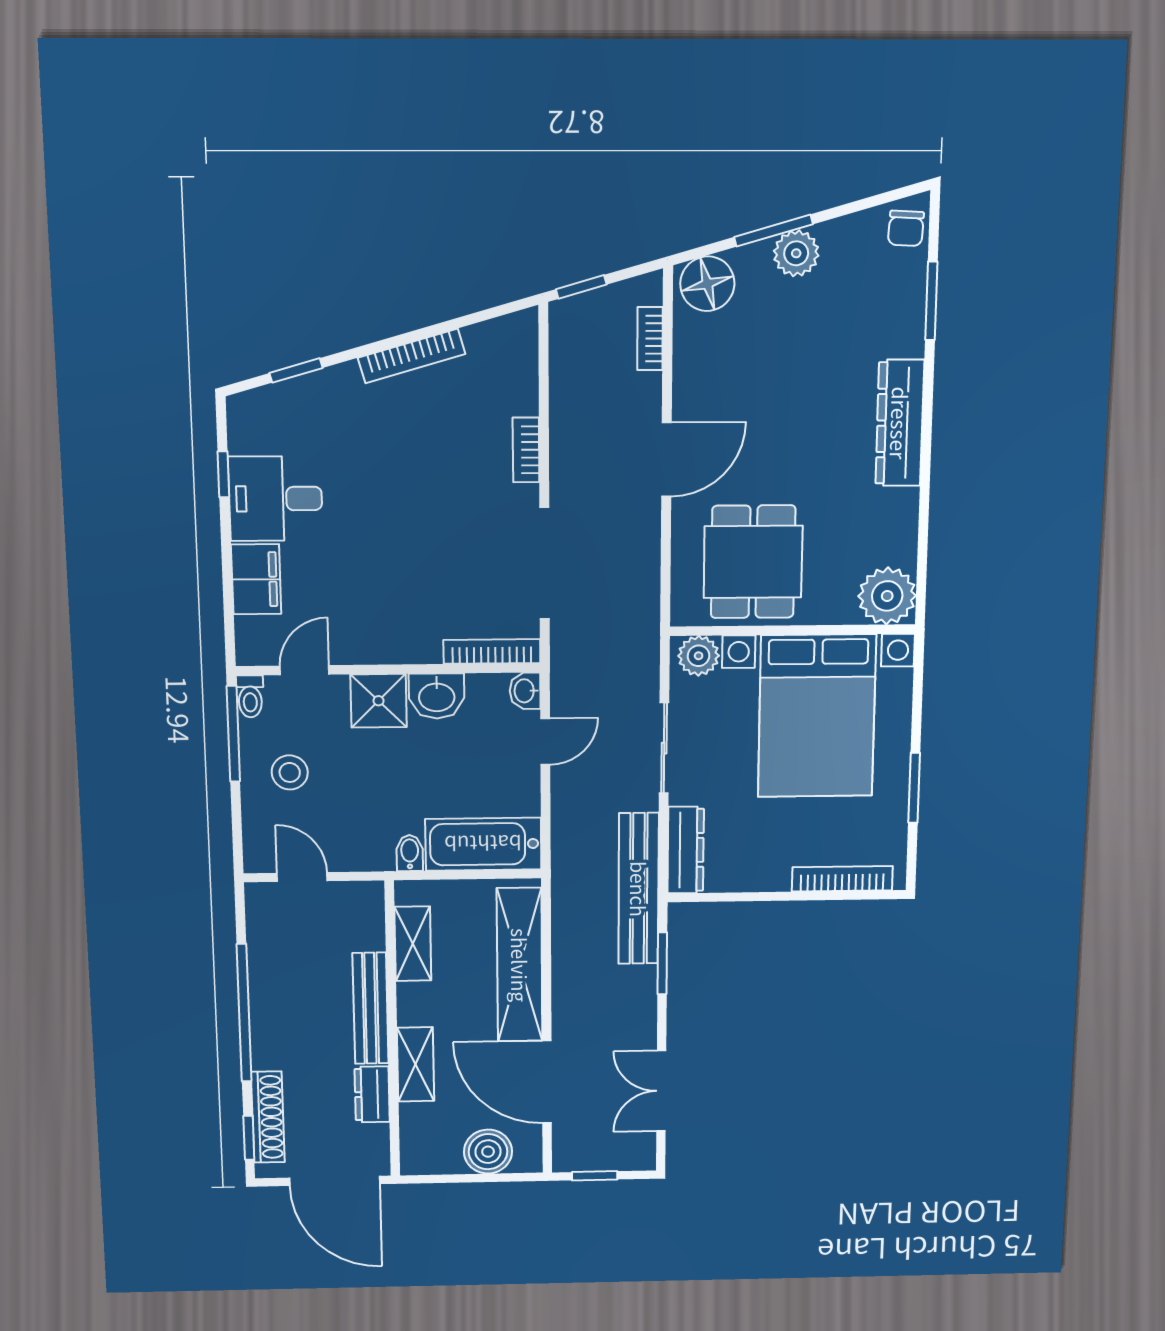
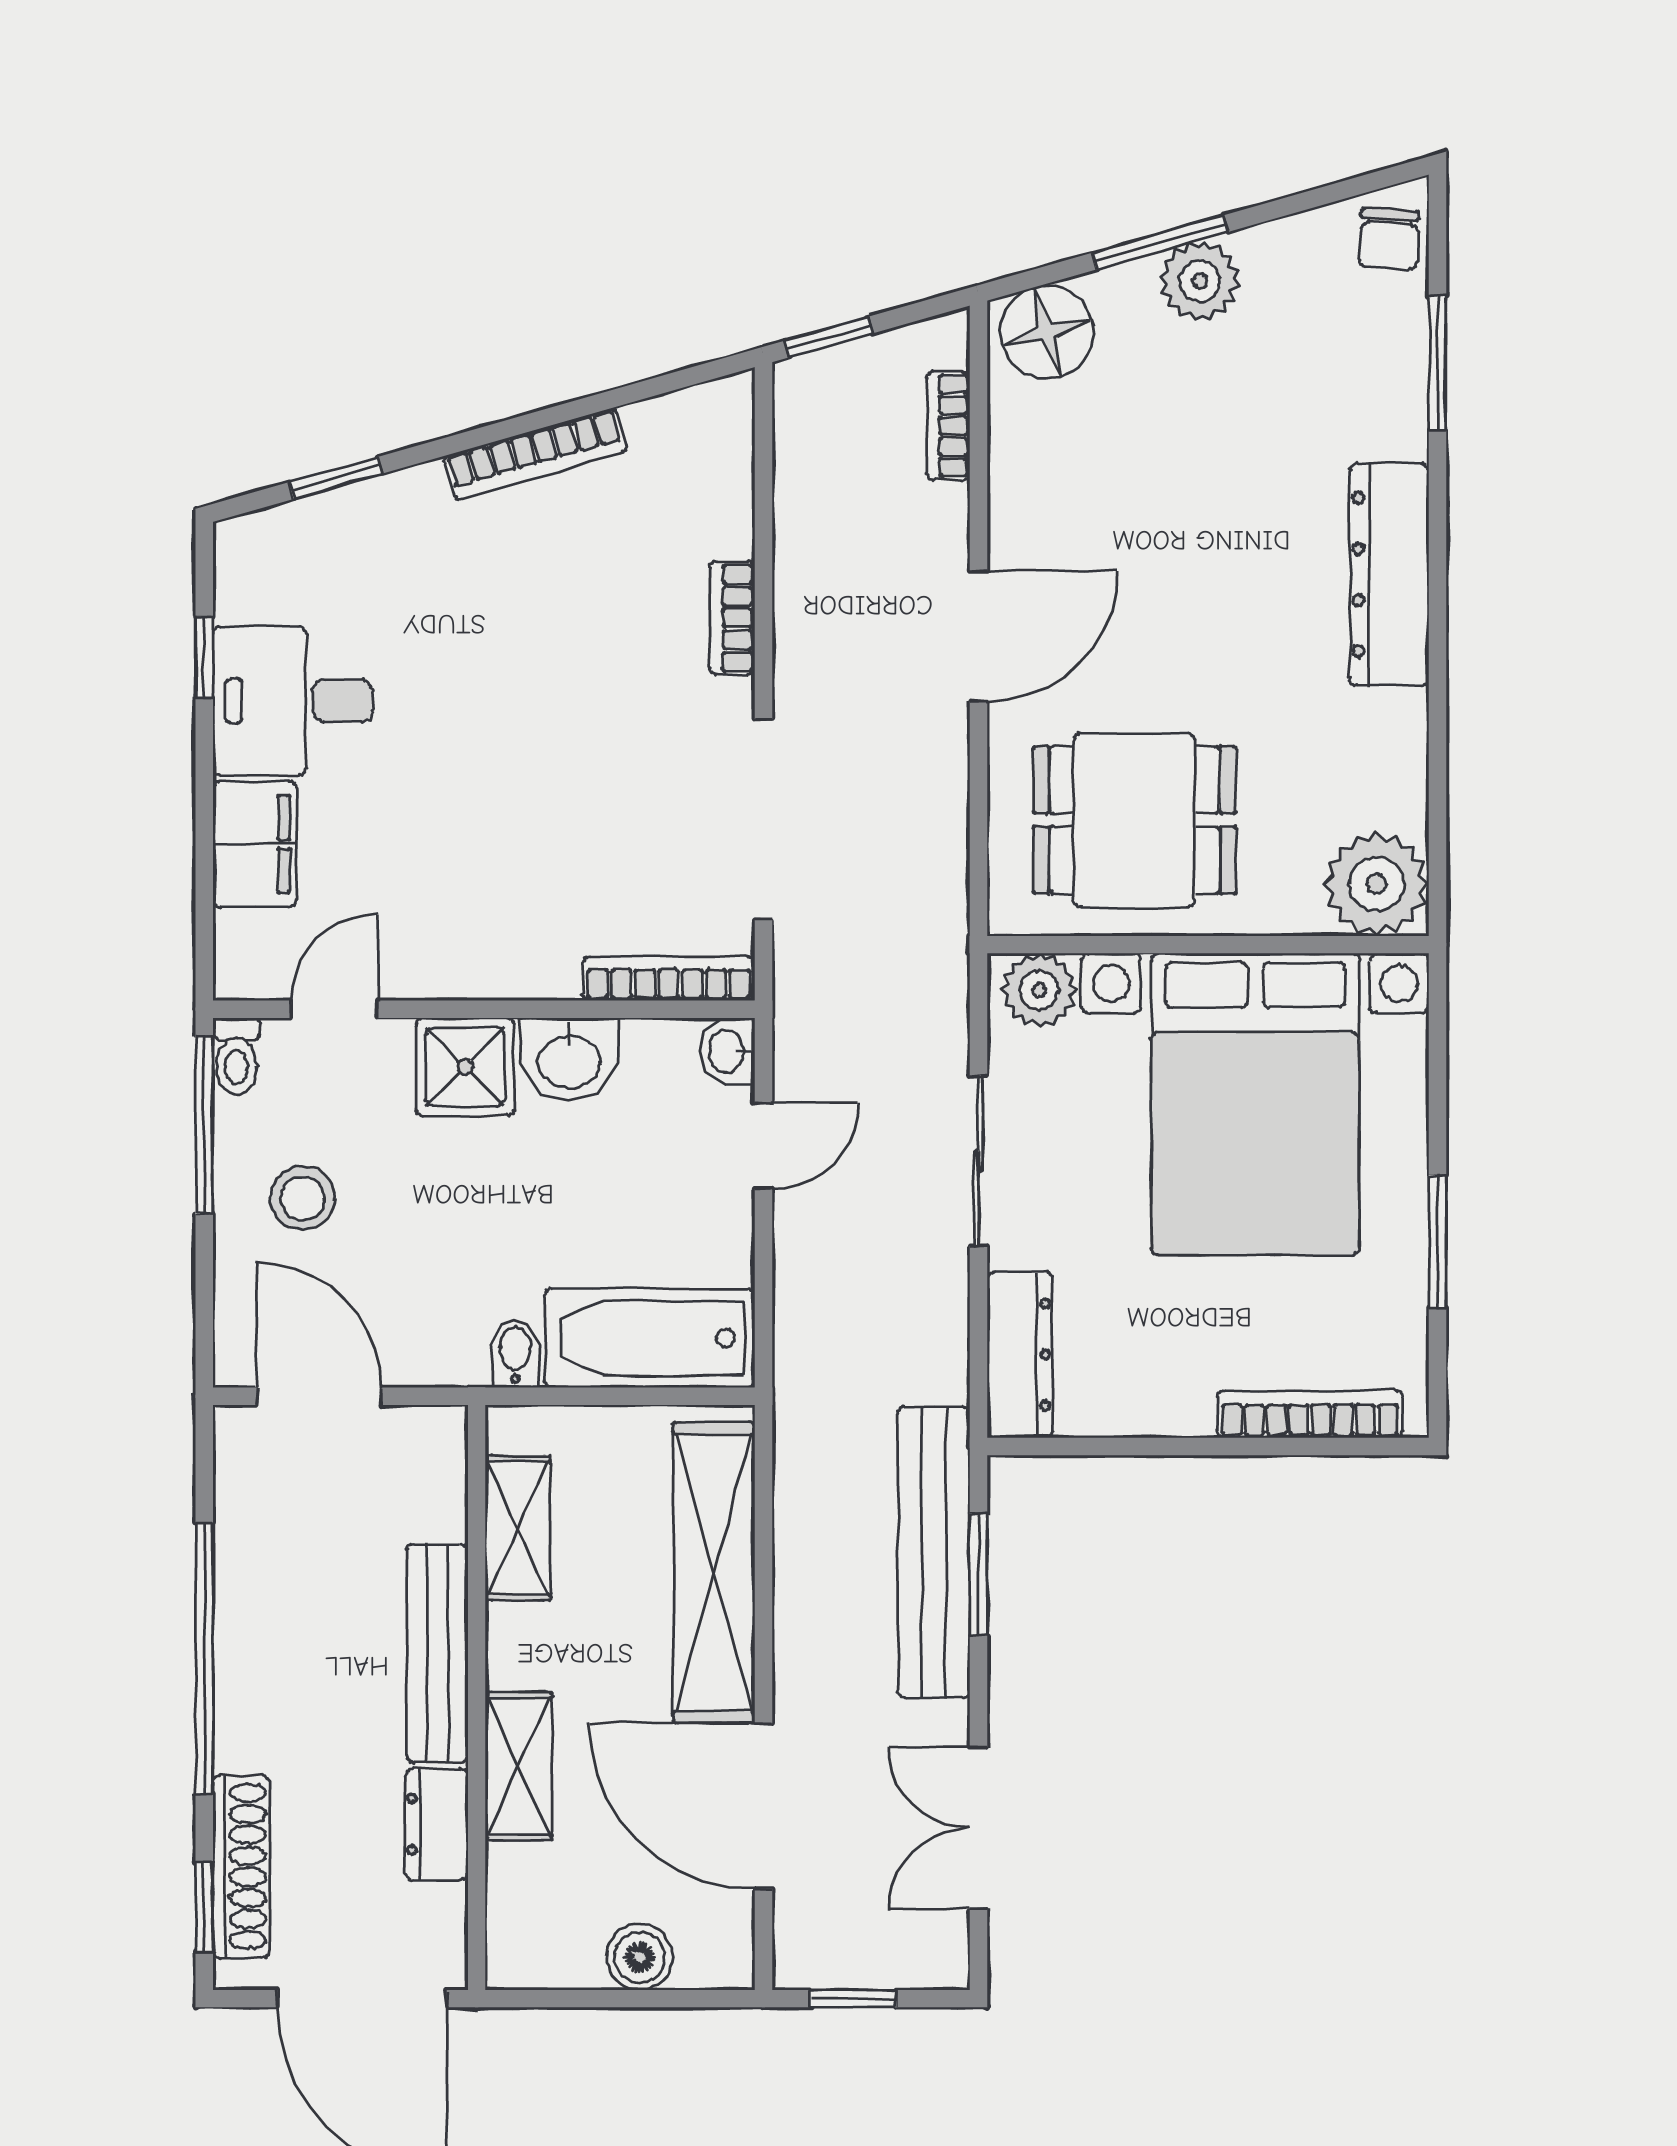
dining table: (753, 562) -> (1134, 820), turned 90
door: (302, 877) -> (319, 1396), width x1.38
bench: (639, 889) -> (934, 1552), moved
boiler: (488, 1152) -> (640, 1957), width x0.73, depth x0.73

